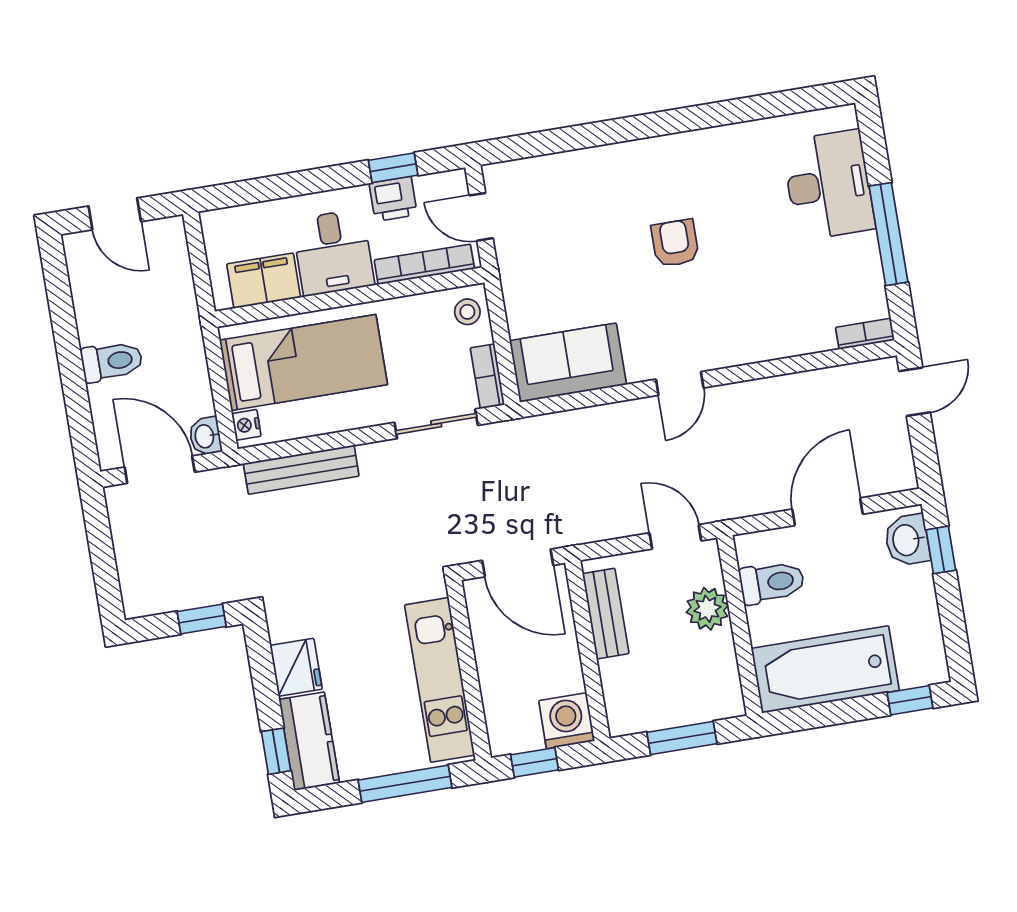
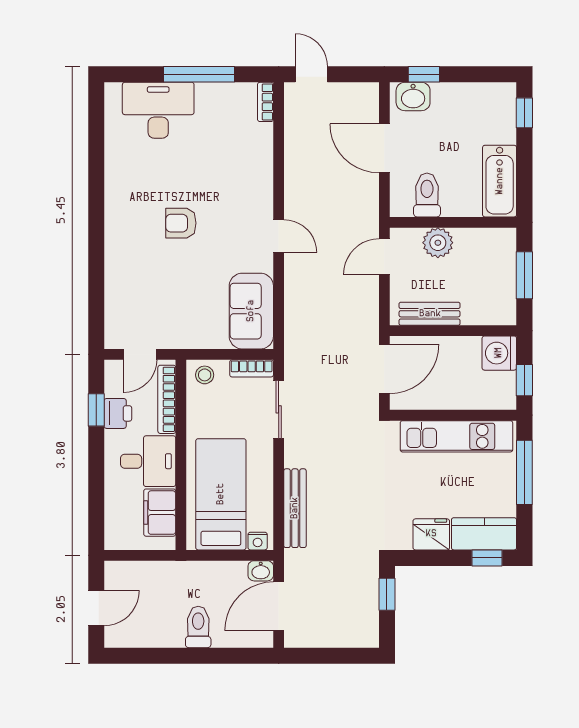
bathtub: (825, 669) -> (500, 181), width x0.73, depth x0.73

